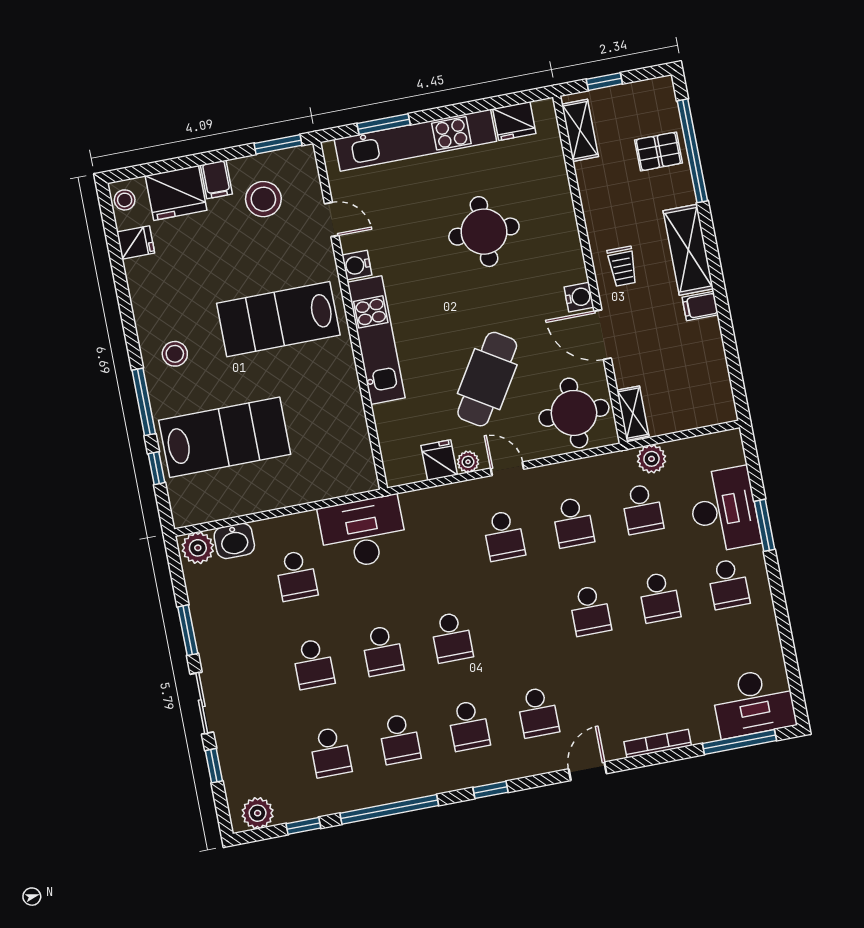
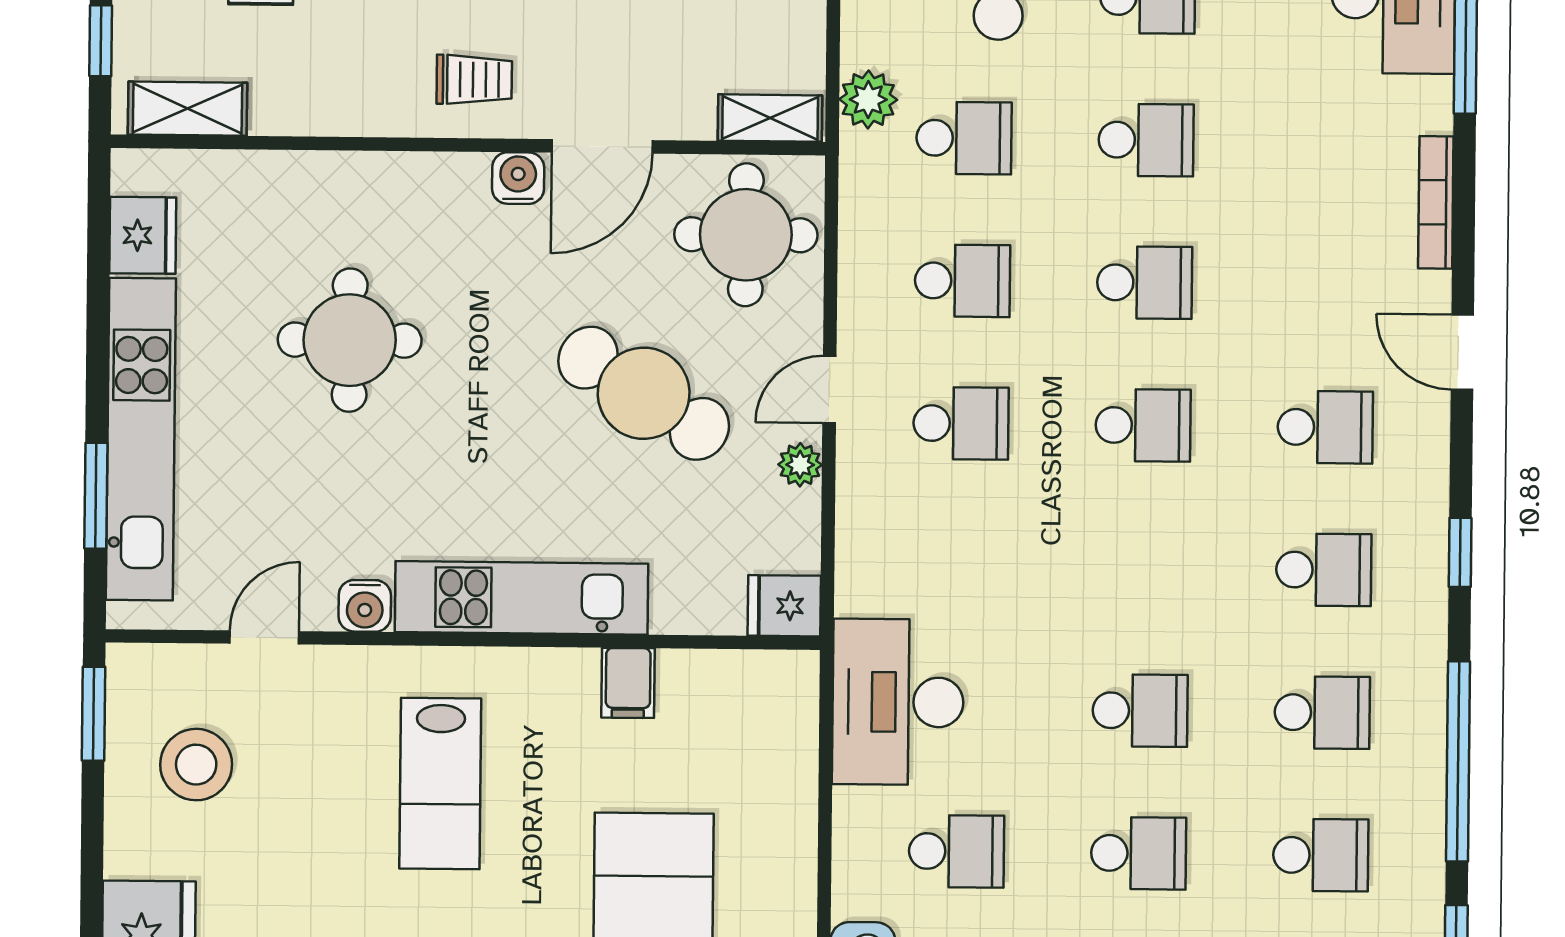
filing cabinet: (216, 179) -> (628, 683), moved, turned 90
lab bench: (278, 319) -> (440, 784), width x0.73, depth x0.72
fridge: (439, 460) -> (784, 606), moved
school desk: (452, 637) -> (1143, 425), moved

